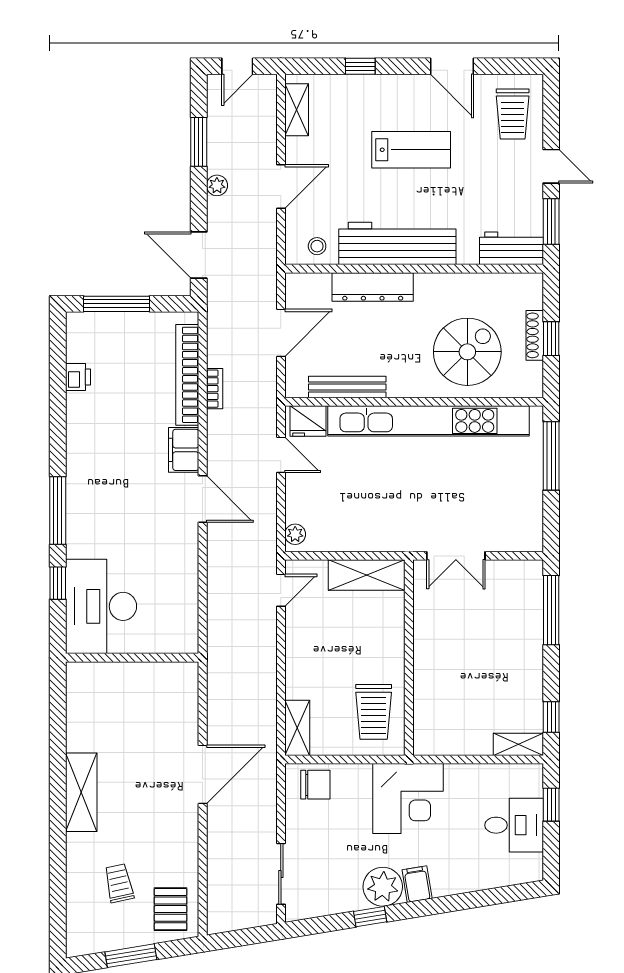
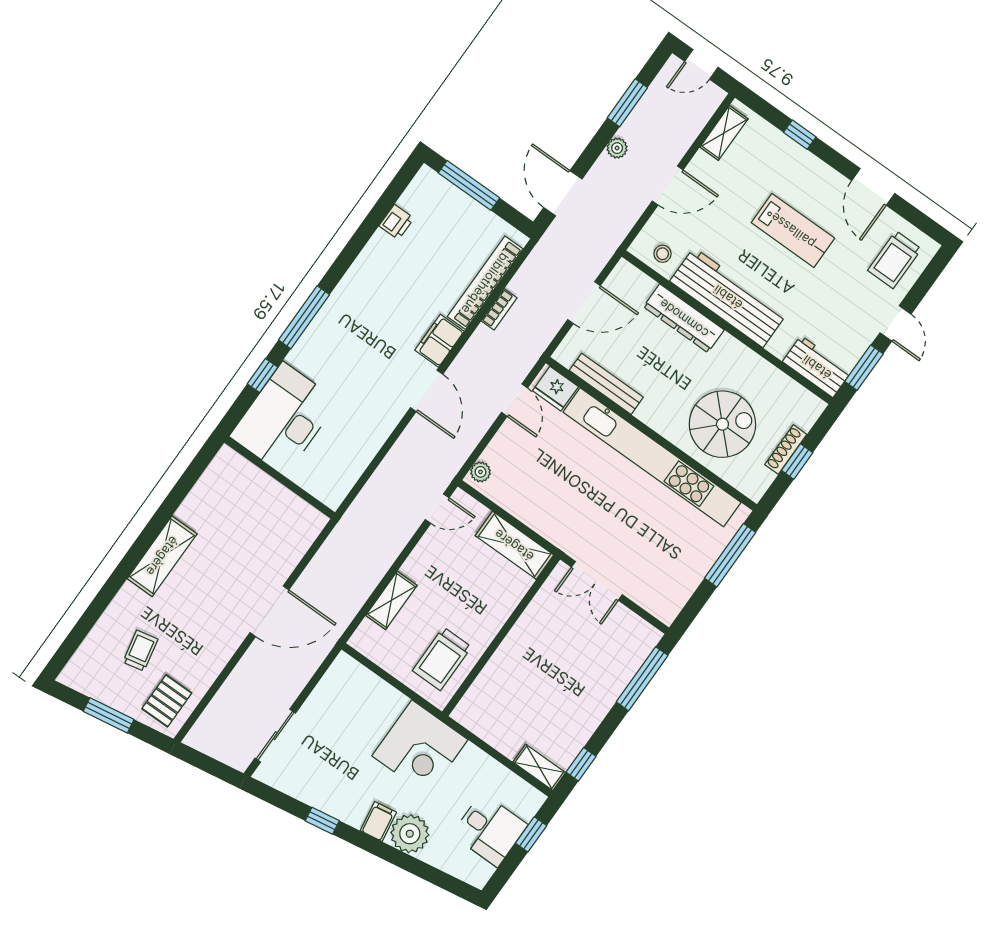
shelving: (297, 728) -> (391, 600), moved
chair: (315, 785) -> (354, 684), removed
plant: (383, 887) -> (410, 834), moved

